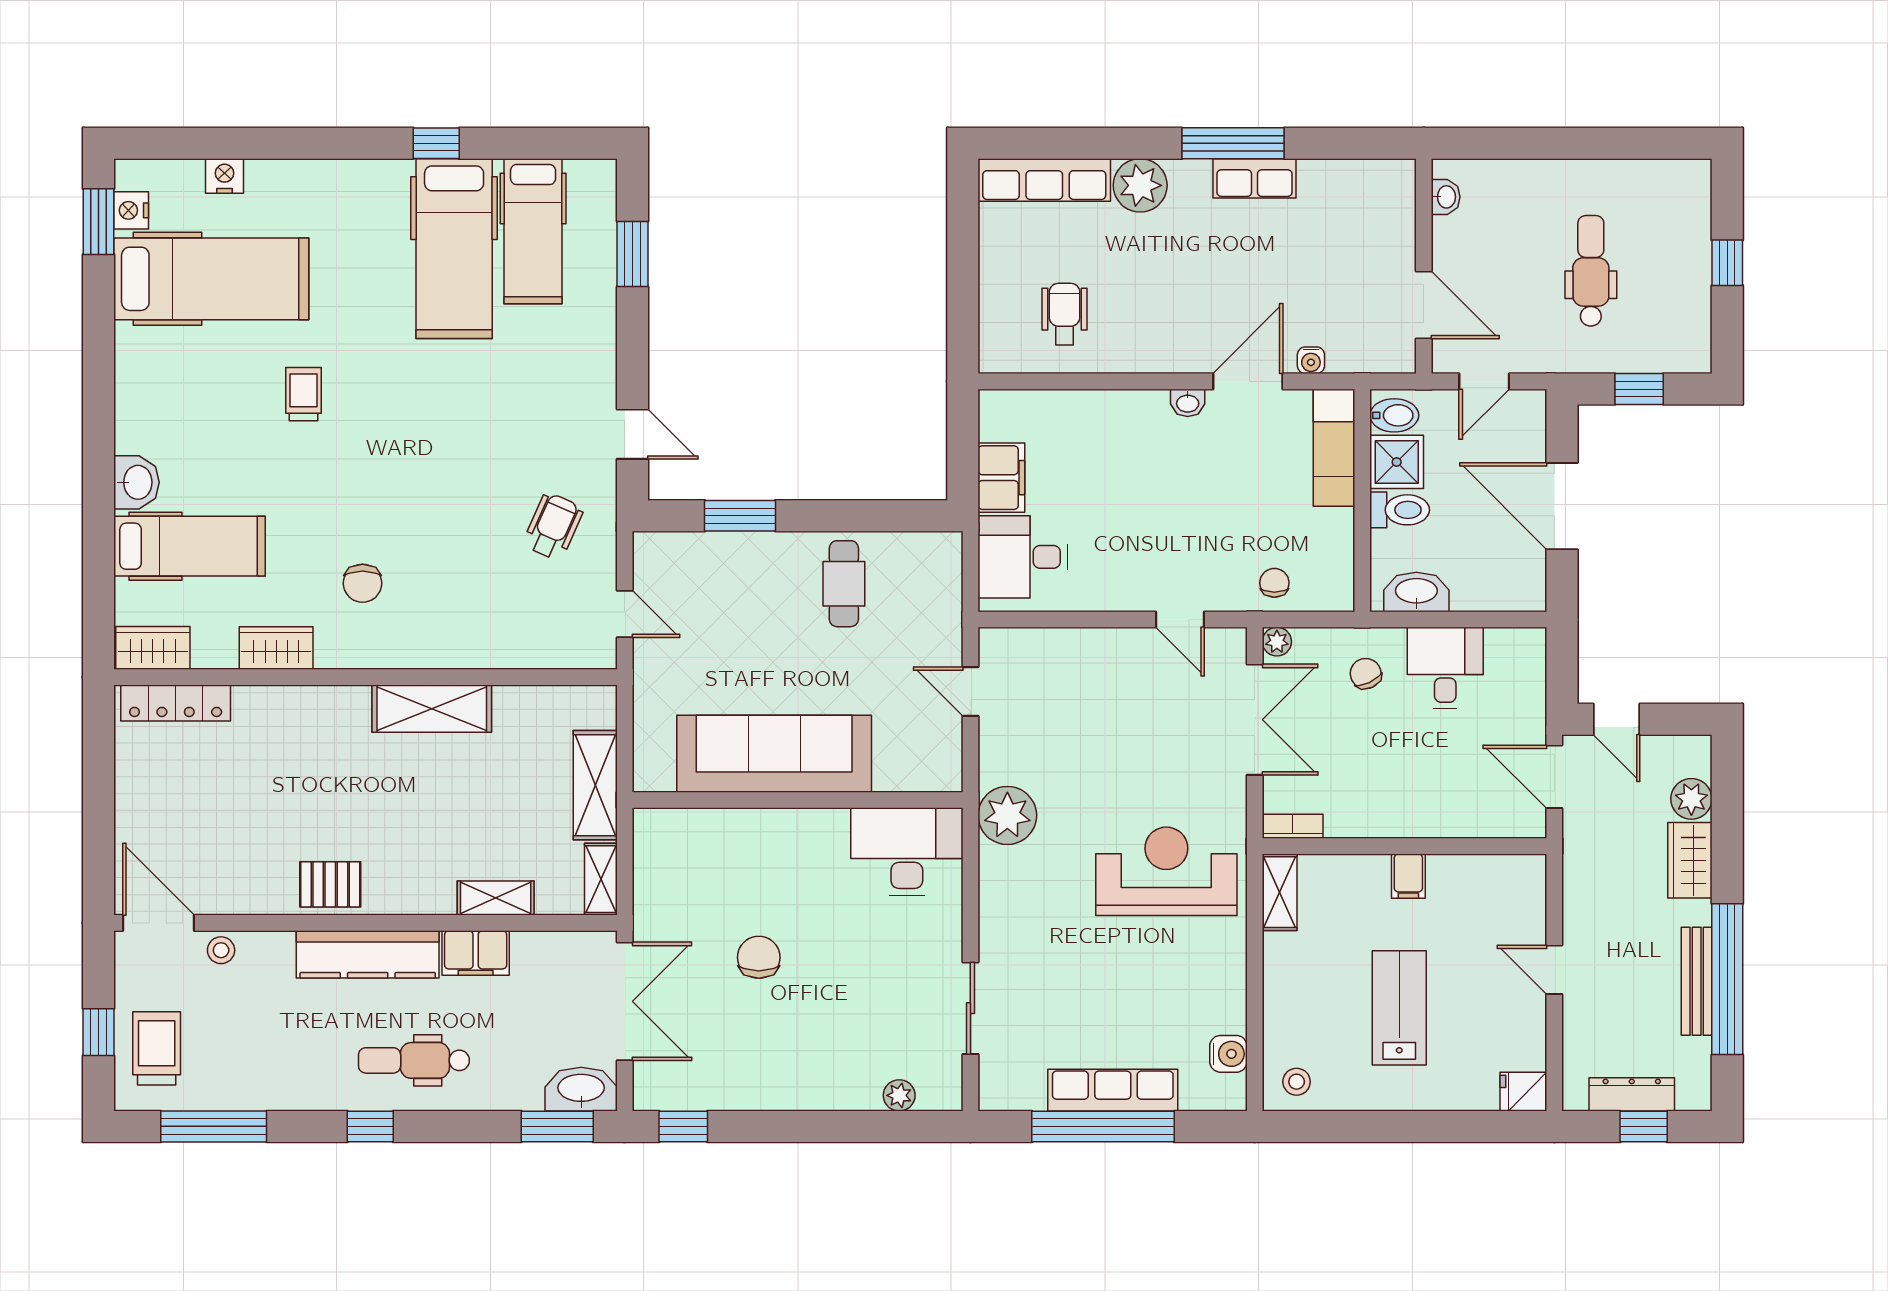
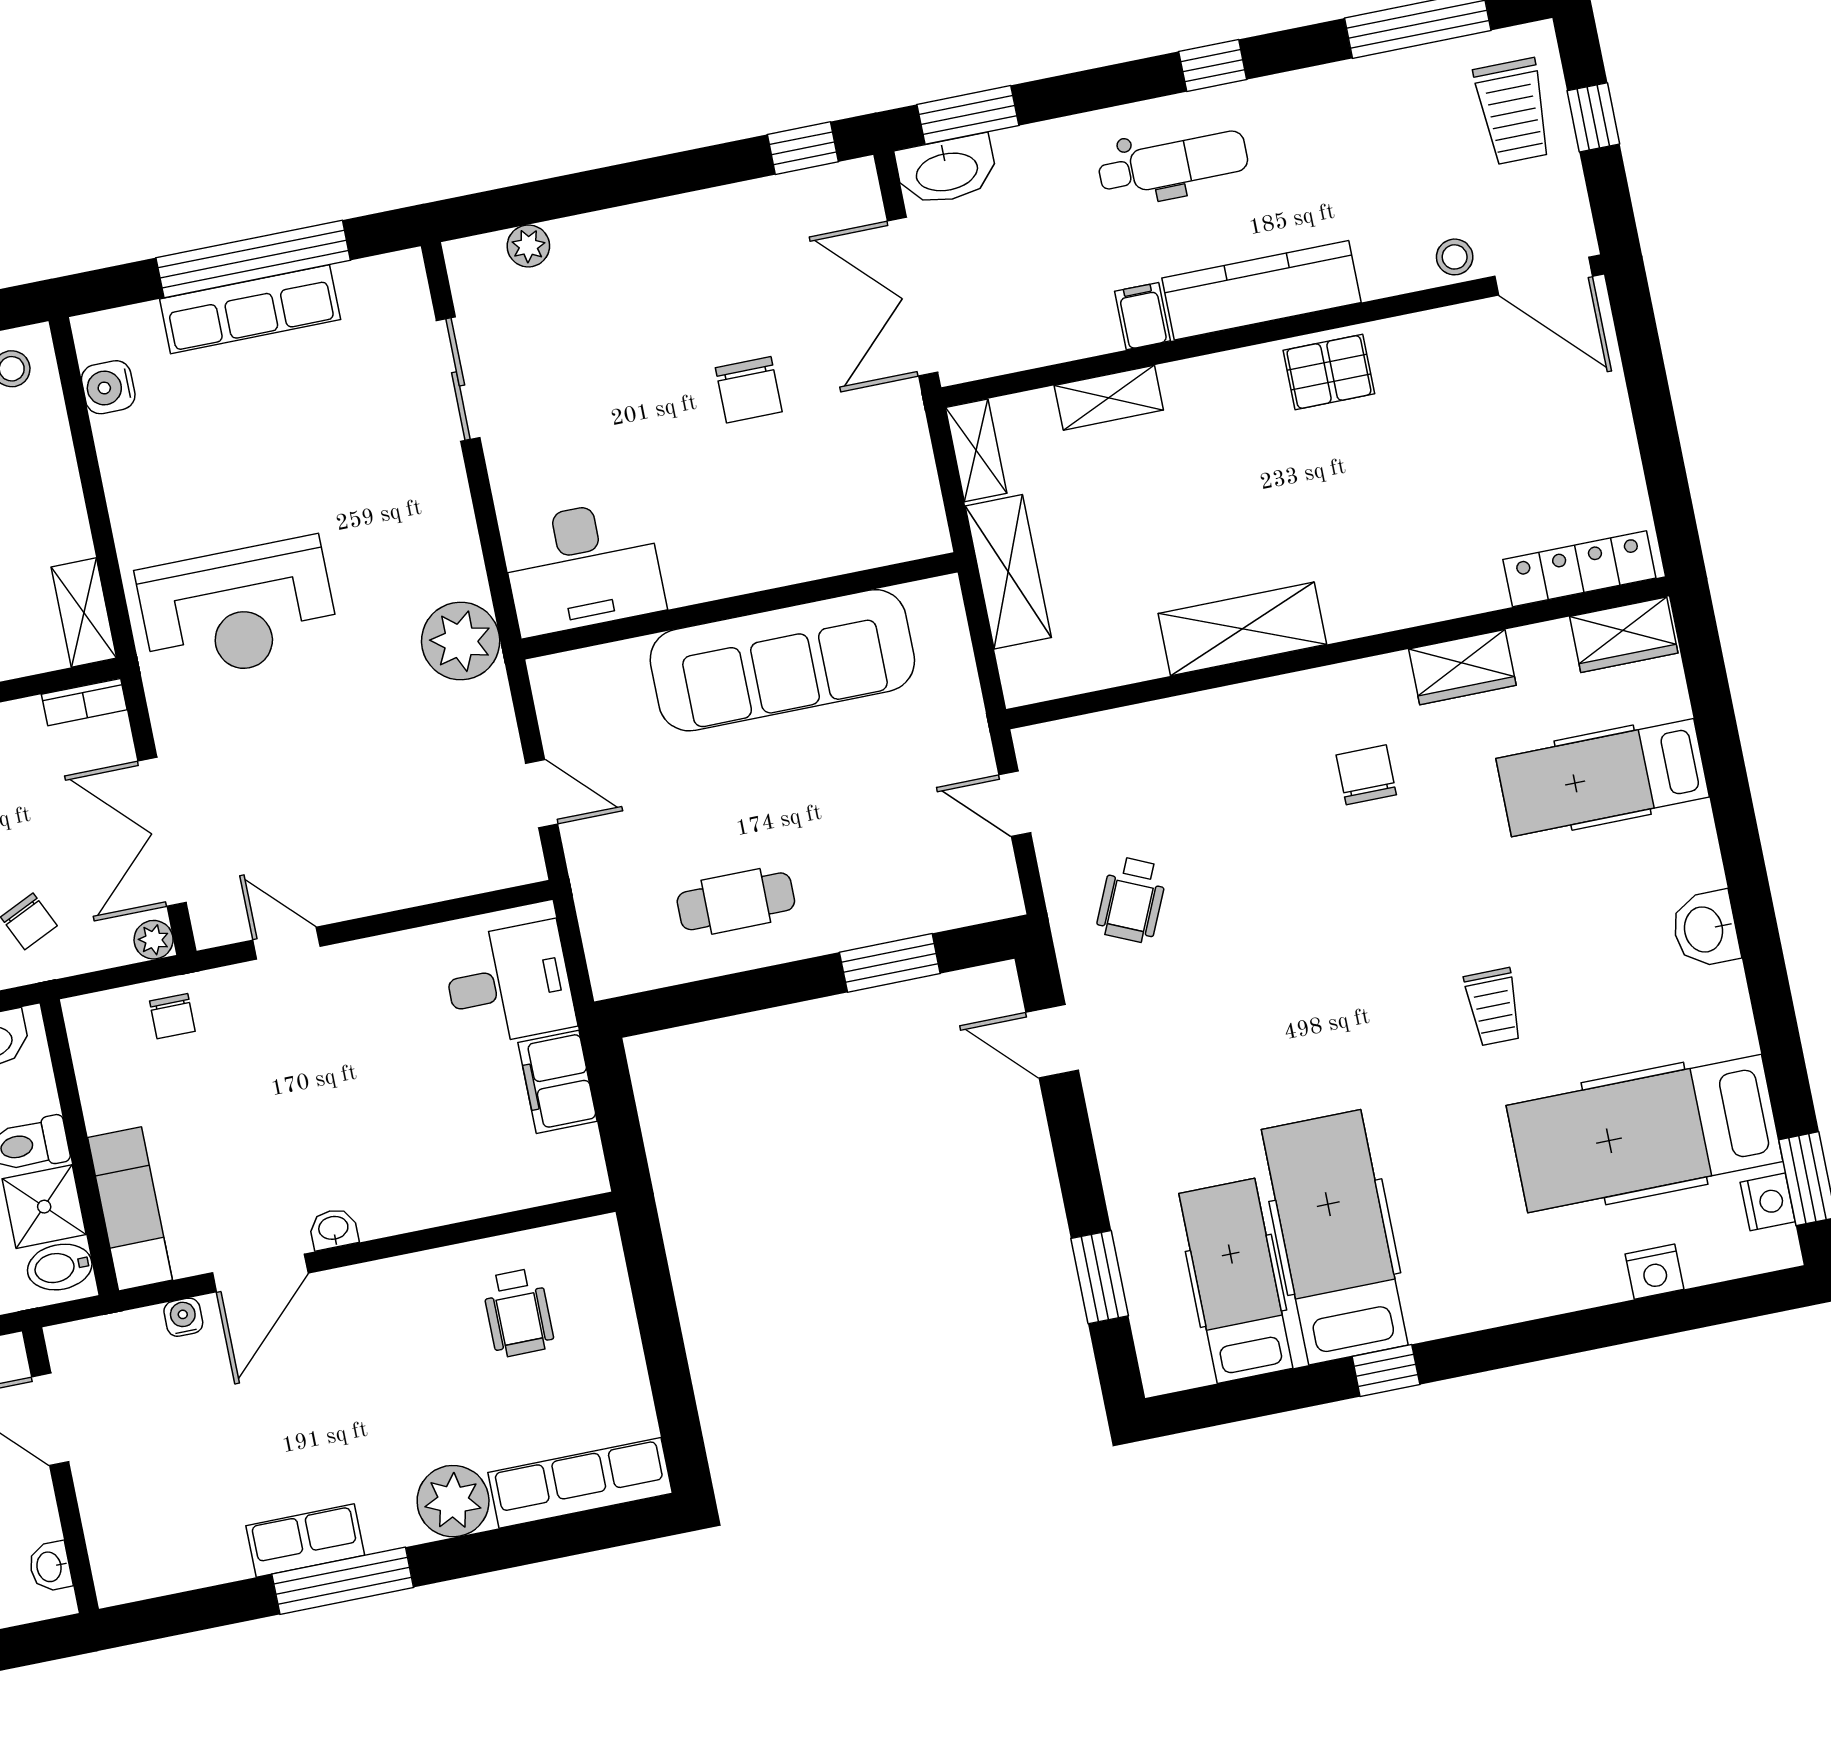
washbasin: (137, 482) -> (1705, 929), moved
cafe table: (844, 584) -> (736, 901), turned 90
filing cabinet: (476, 953) -> (1143, 316), width x0.50

